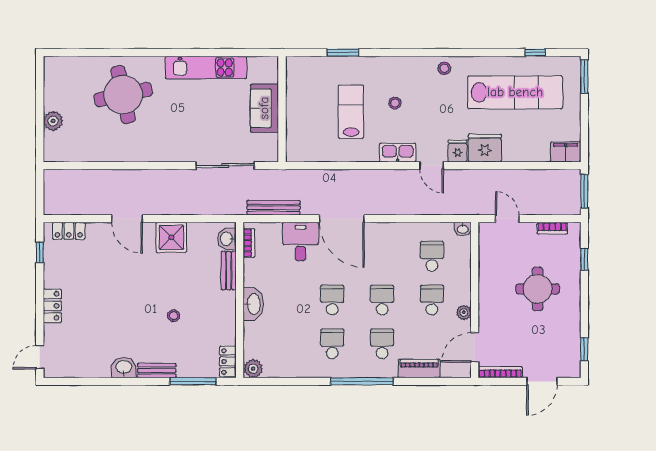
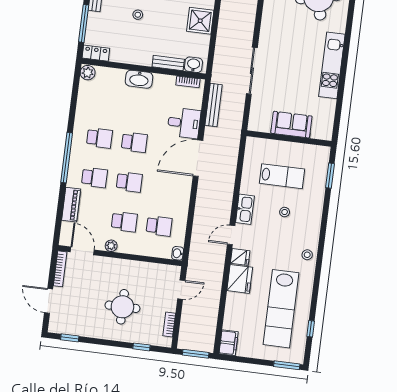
sofa: (264, 108) -> (291, 125), moved
wall: (282, 109) -> (289, 138), moved

